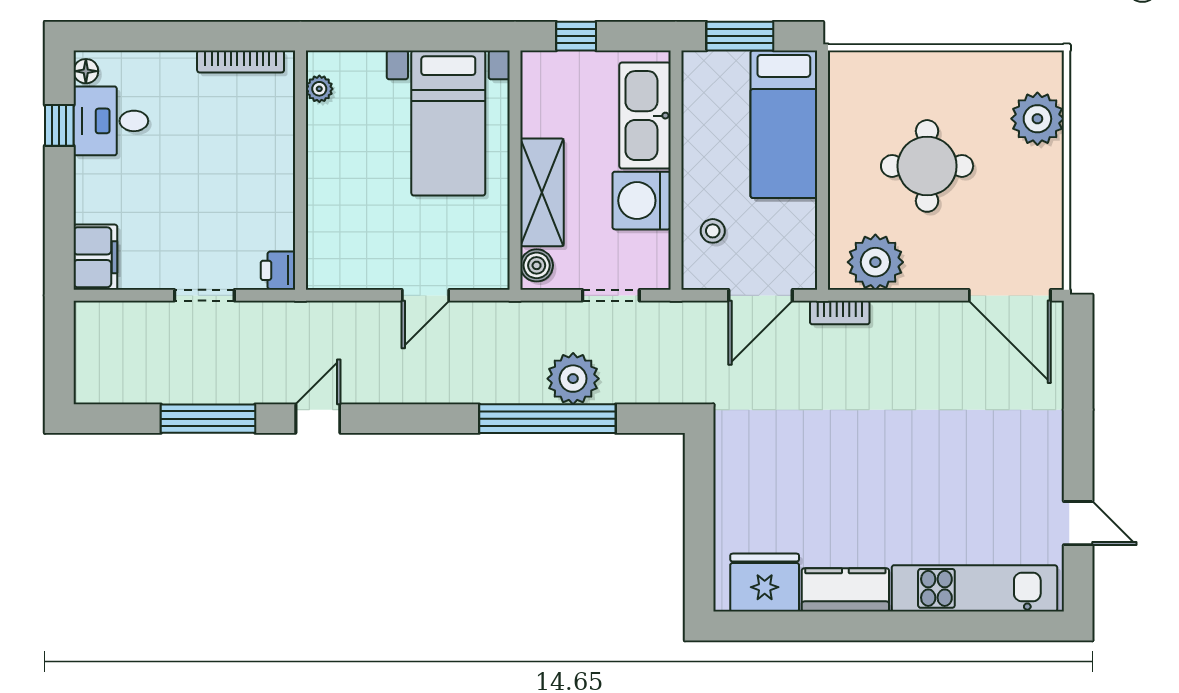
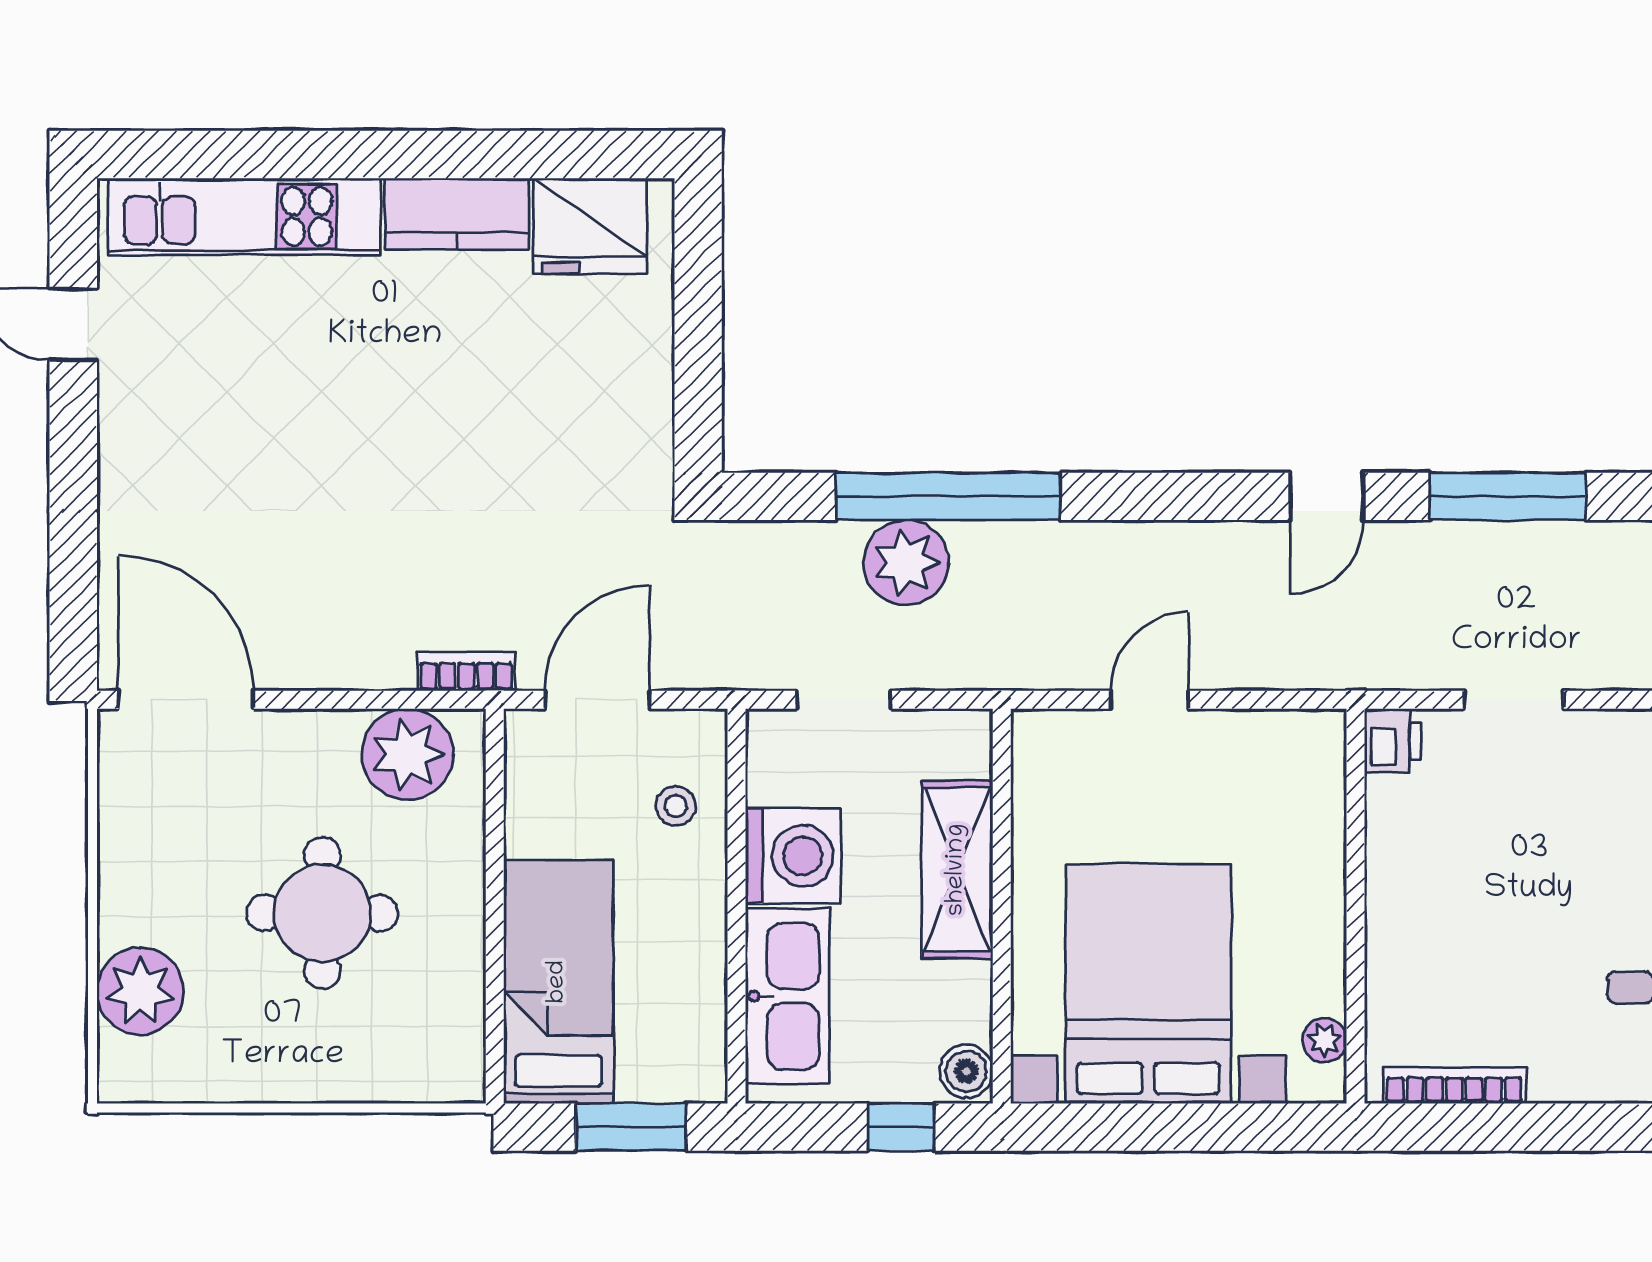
bed with nightstands: (448, 123) -> (1148, 984), width x1.36
boiler: (537, 265) -> (966, 1071), moved

